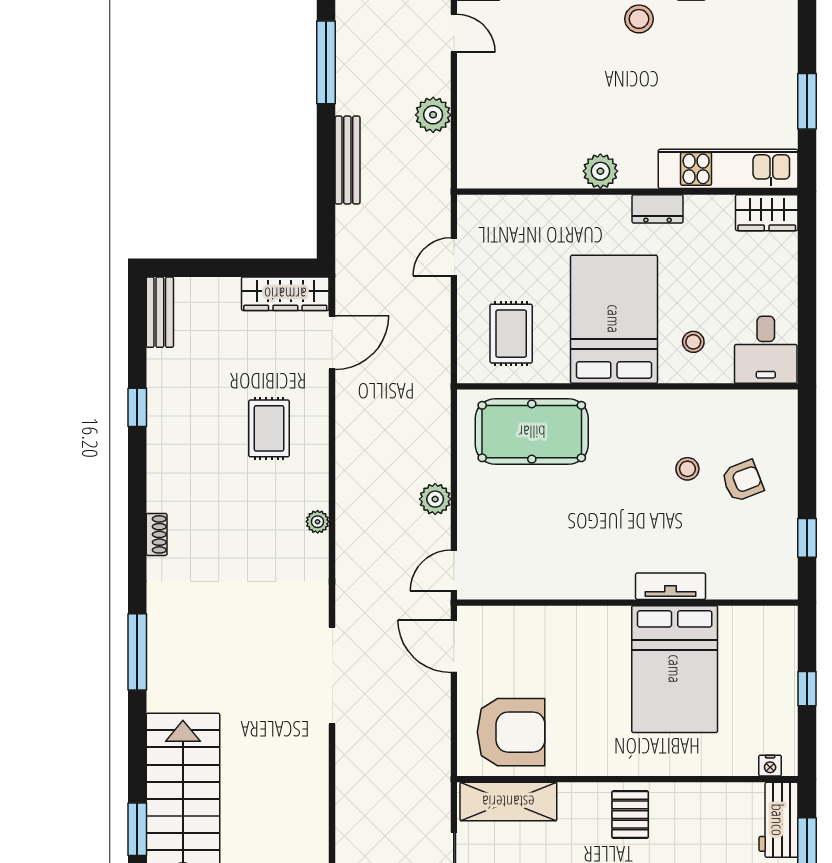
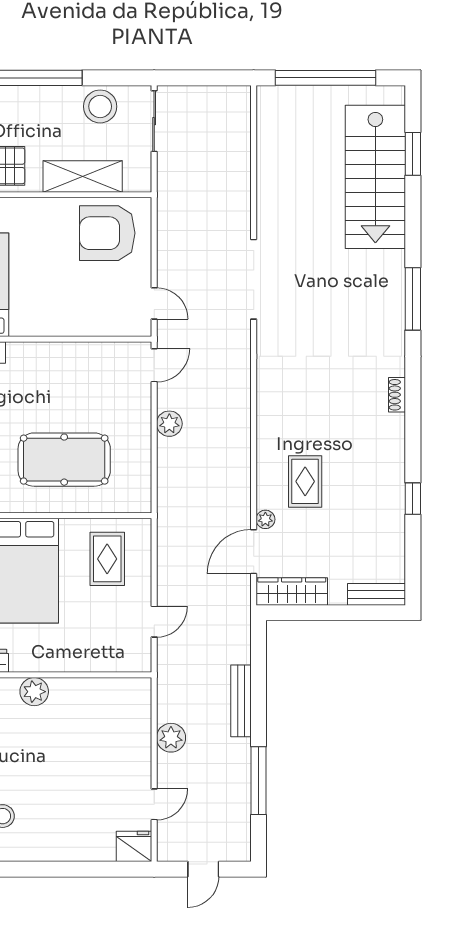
door: (454, 33) -> (154, 804), swing flipped
bench: (160, 312) -> (376, 594), moved, turned 90
pool table: (532, 432) -> (64, 460), moved
plant: (318, 522) -> (265, 519), moved
door: (454, 646) -> (154, 303), width x0.73
shelving: (508, 802) -> (83, 176), moved

